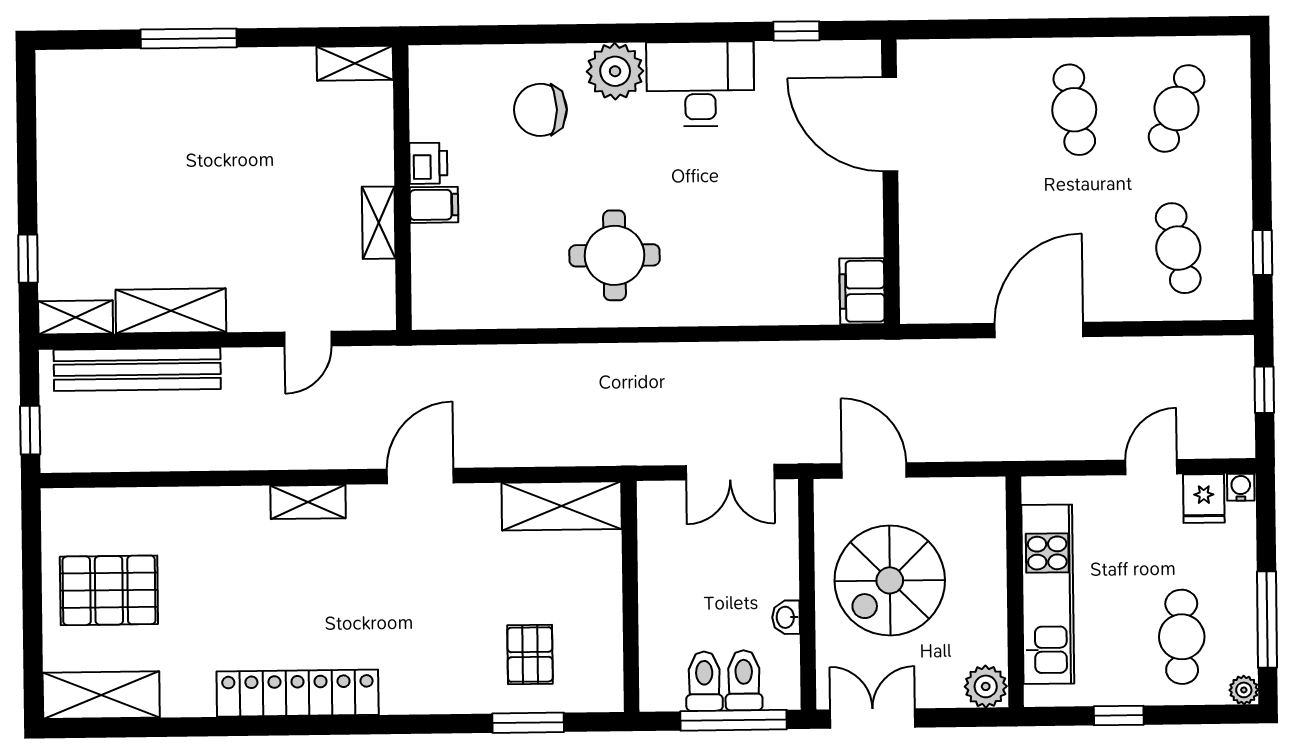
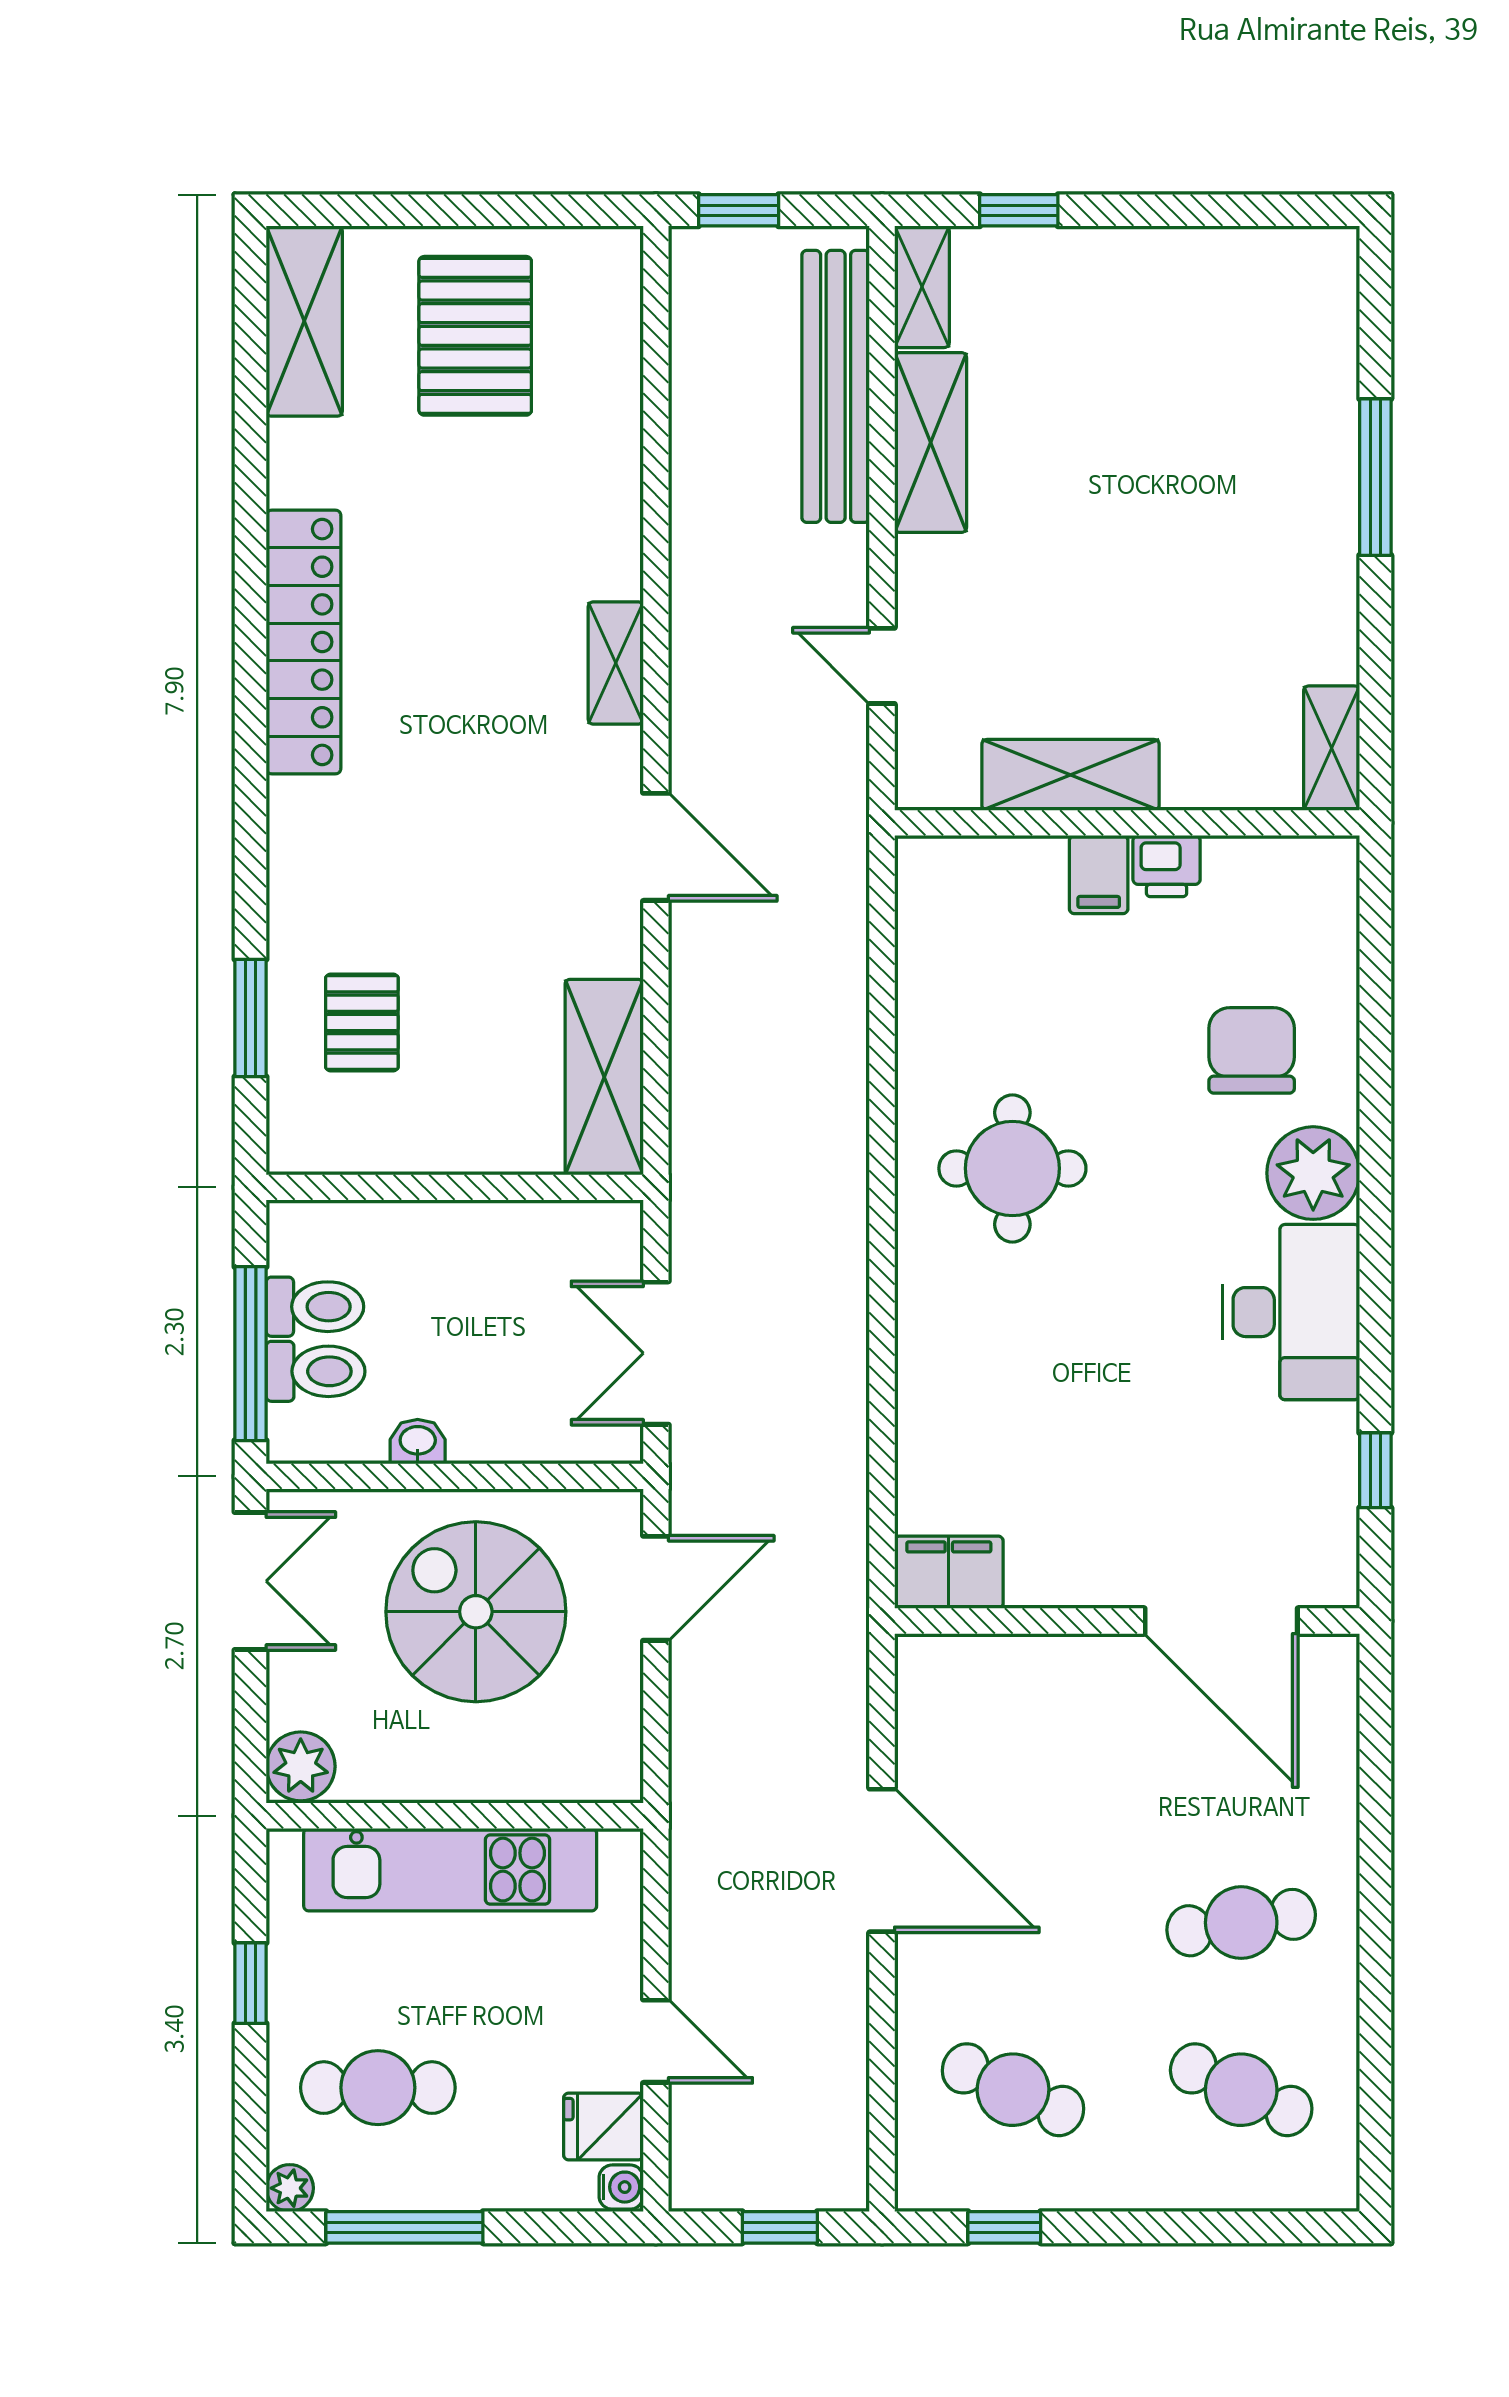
door: (890, 124) -> (1221, 1621), swing flipped
shelving: (379, 223) -> (1071, 775), width x1.50, depth x1.33
cafe table: (1178, 248) -> (1013, 2090), turned 36
pallet: (530, 655) -> (362, 1022), turned 90

